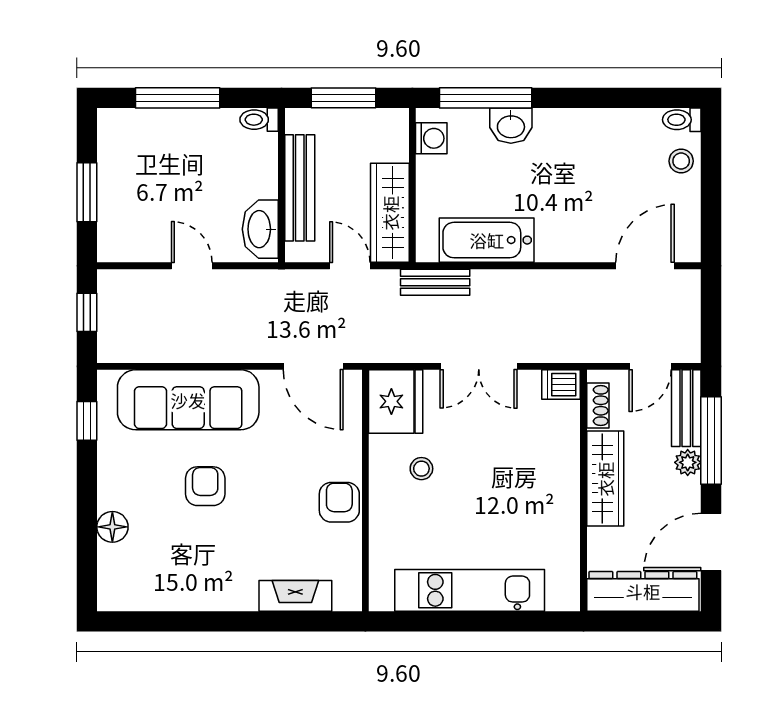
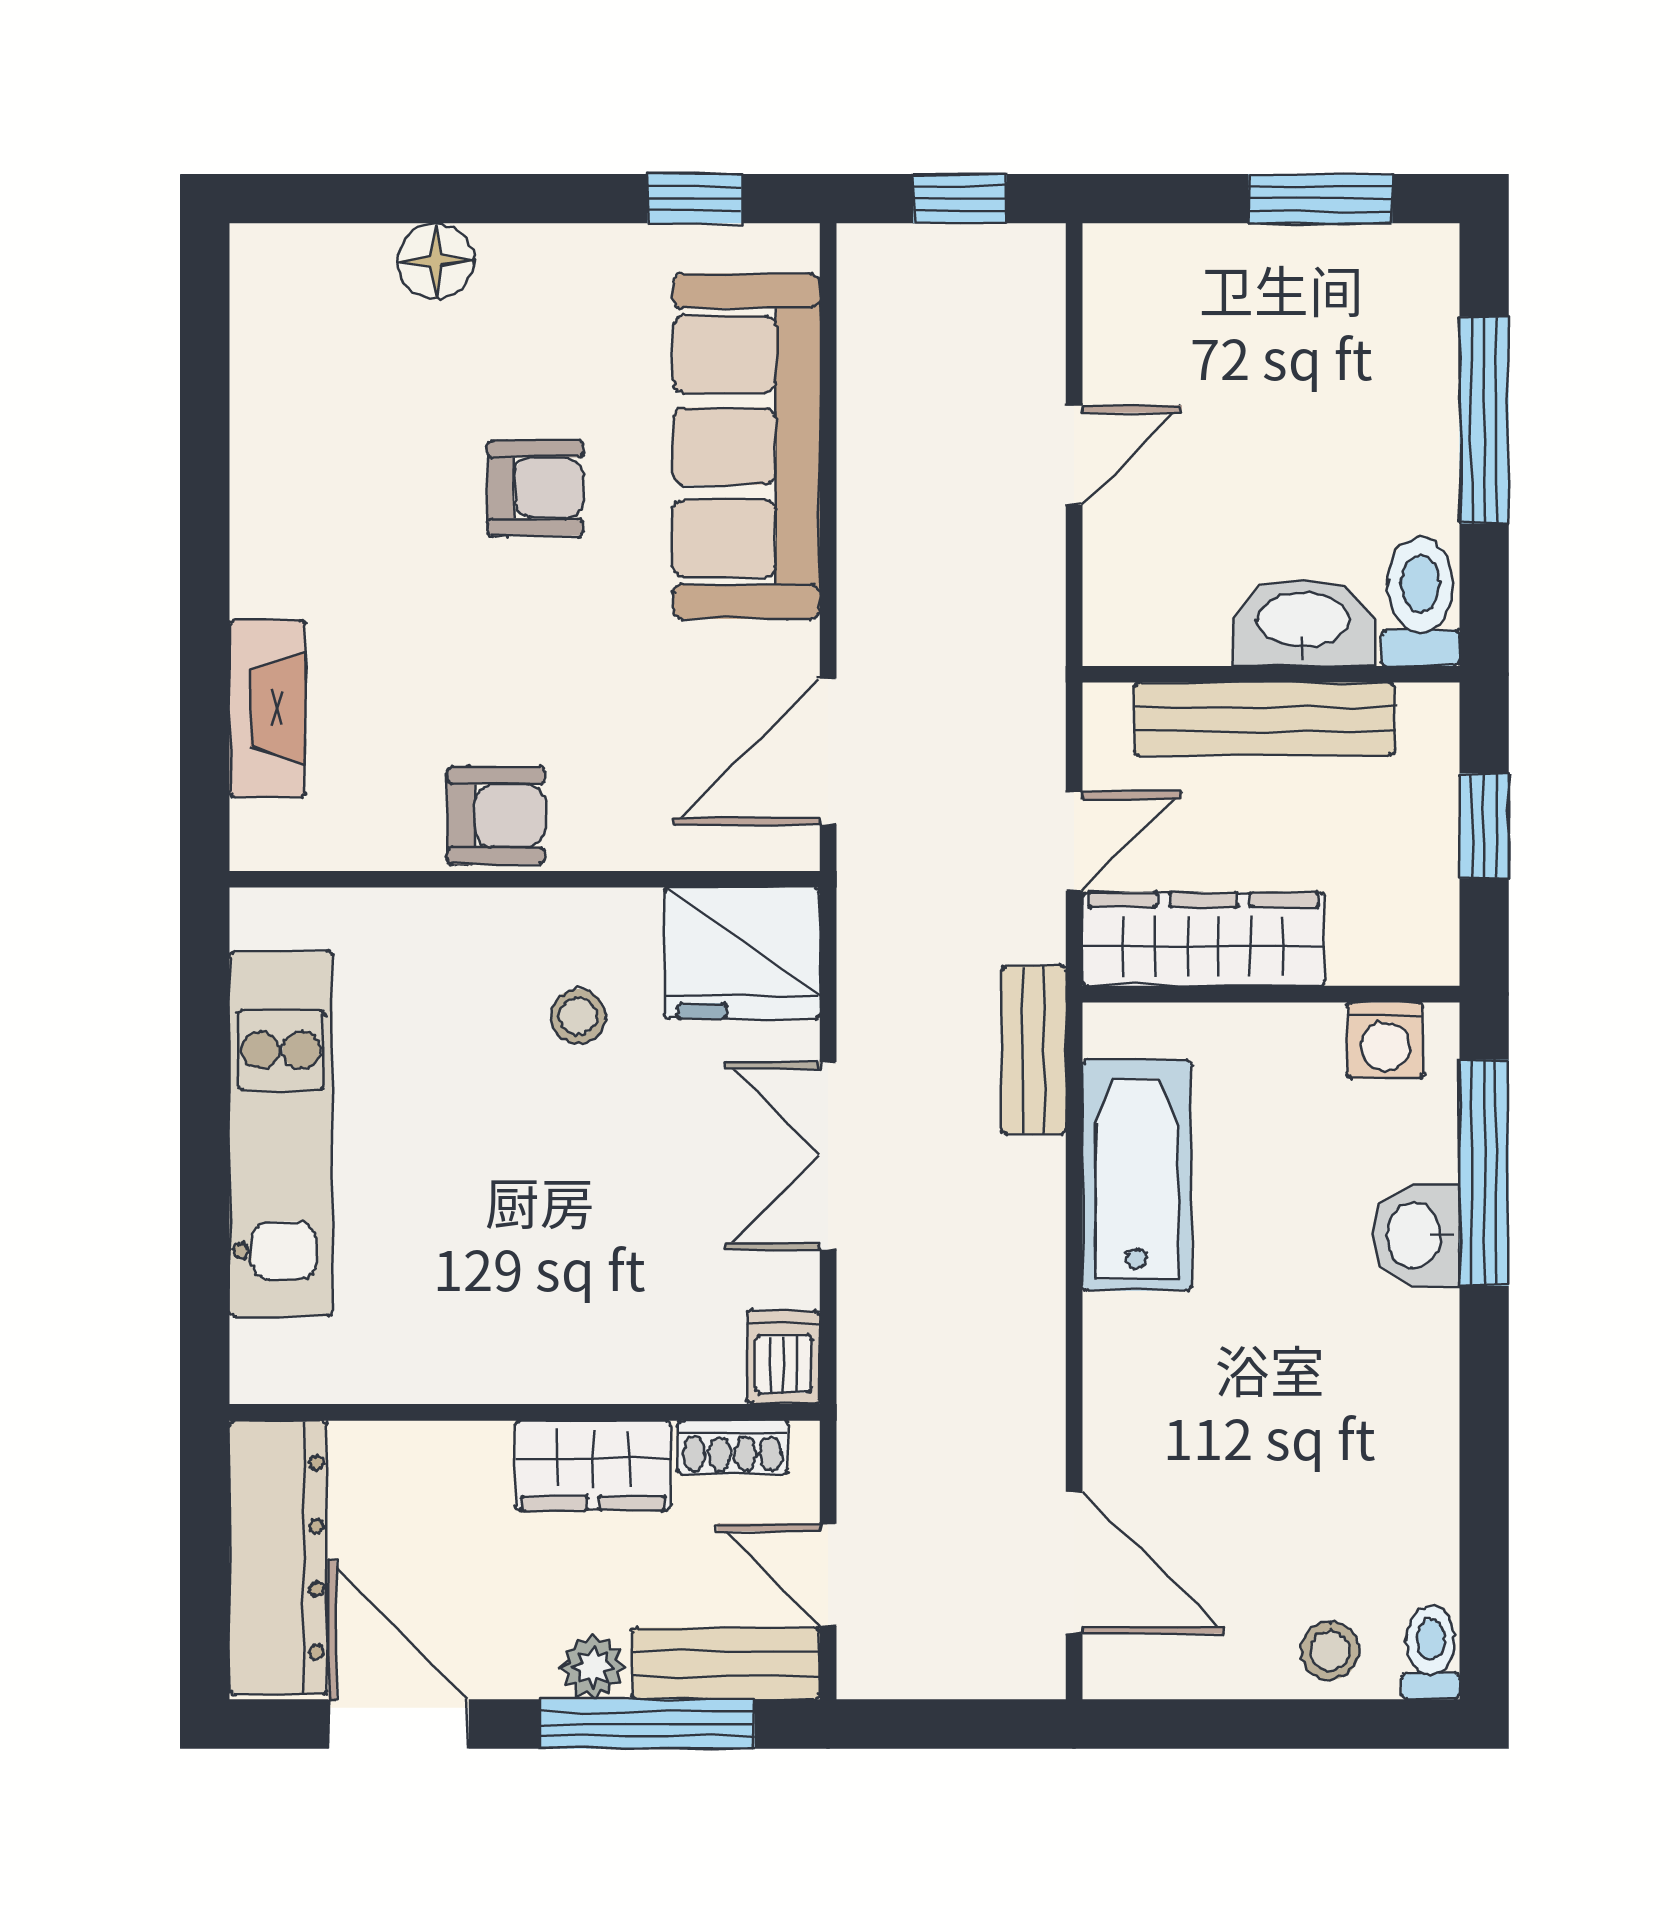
window: (343, 98) -> (1484, 826), width x0.67
toilet: (259, 120) -> (1420, 602), width x1.37, depth x1.39
window: (87, 192) -> (1320, 199), moved
washbasin: (260, 229) -> (1303, 622), moved
wardrobe: (605, 479) -> (593, 1466), width x0.67

